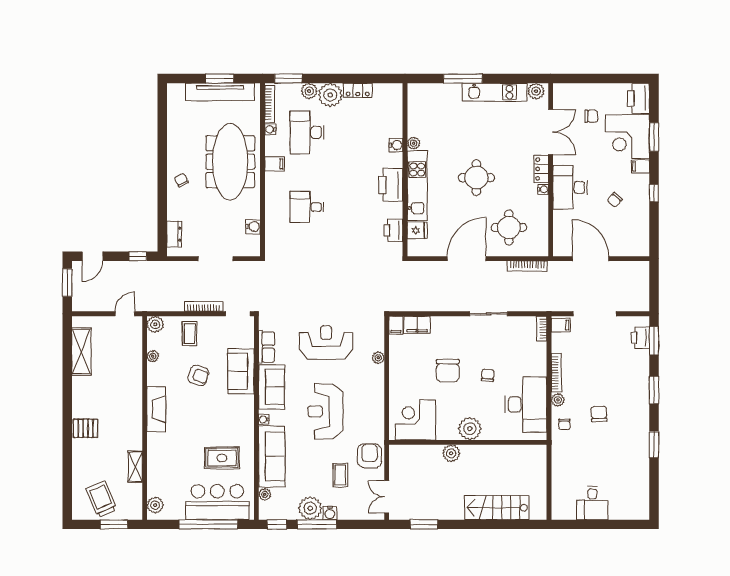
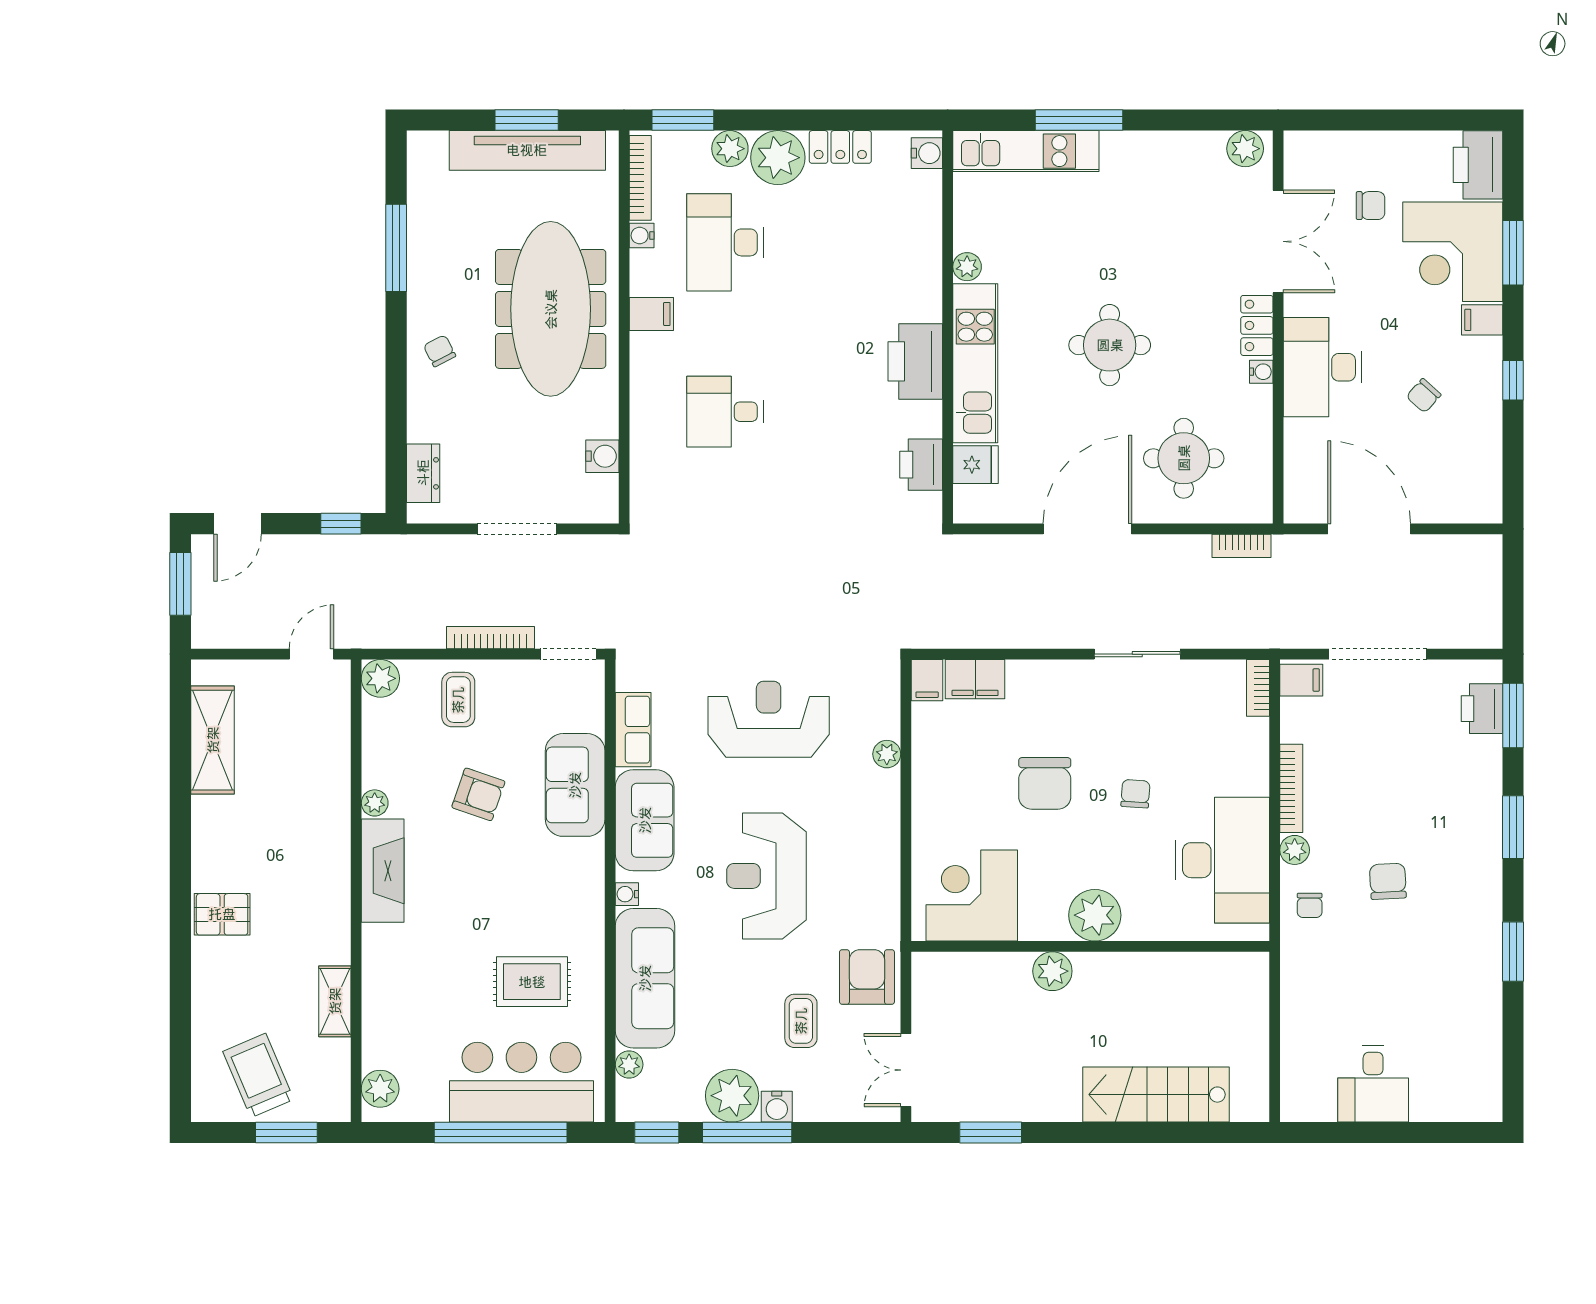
kitchen unit: (495, 92) -> (1026, 151), moved
window: (162, 135) -> (396, 248), added
water cooler: (396, 145) -> (927, 153), moved
bookcase: (527, 266) -> (1242, 546), width x0.64
plant: (153, 356) -> (375, 803), moved

